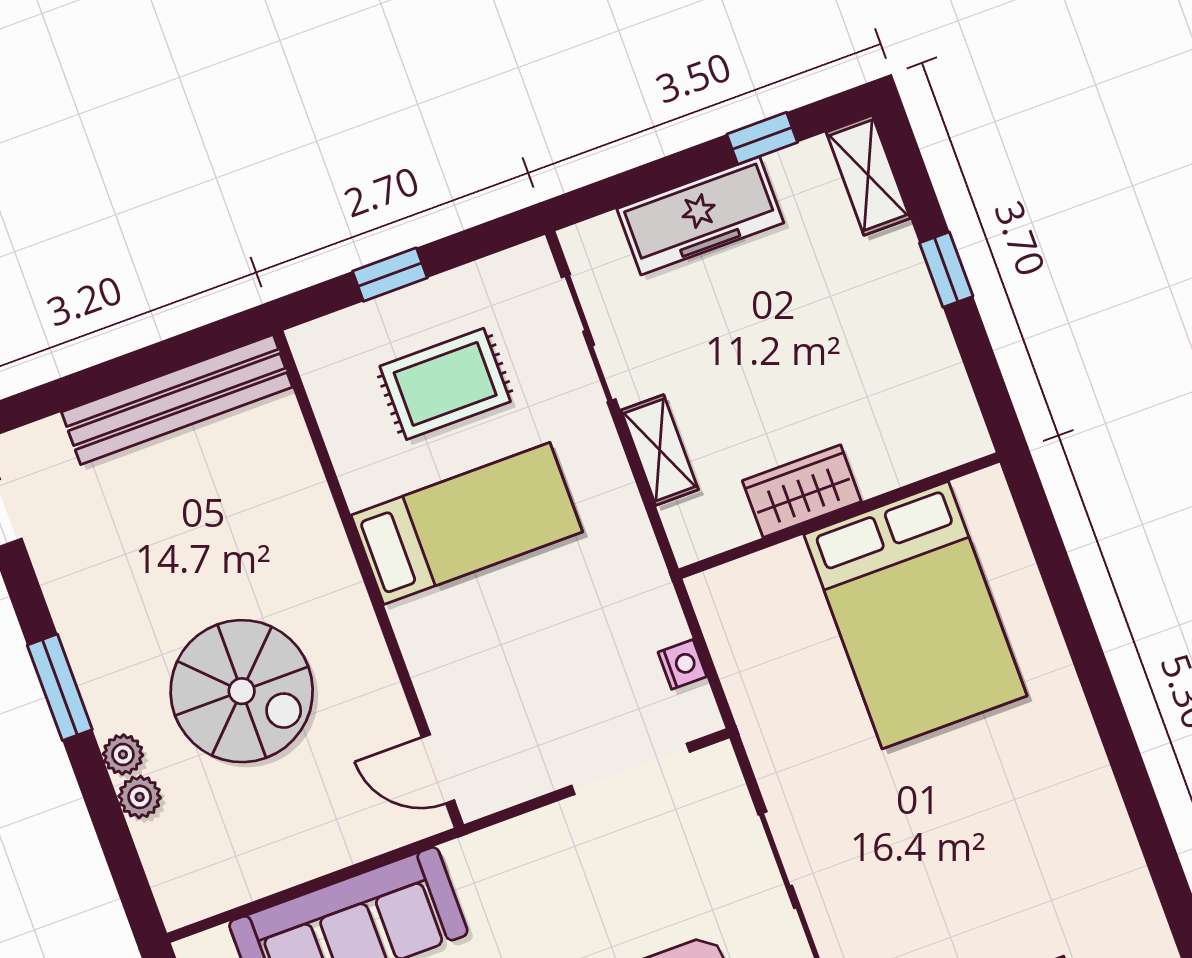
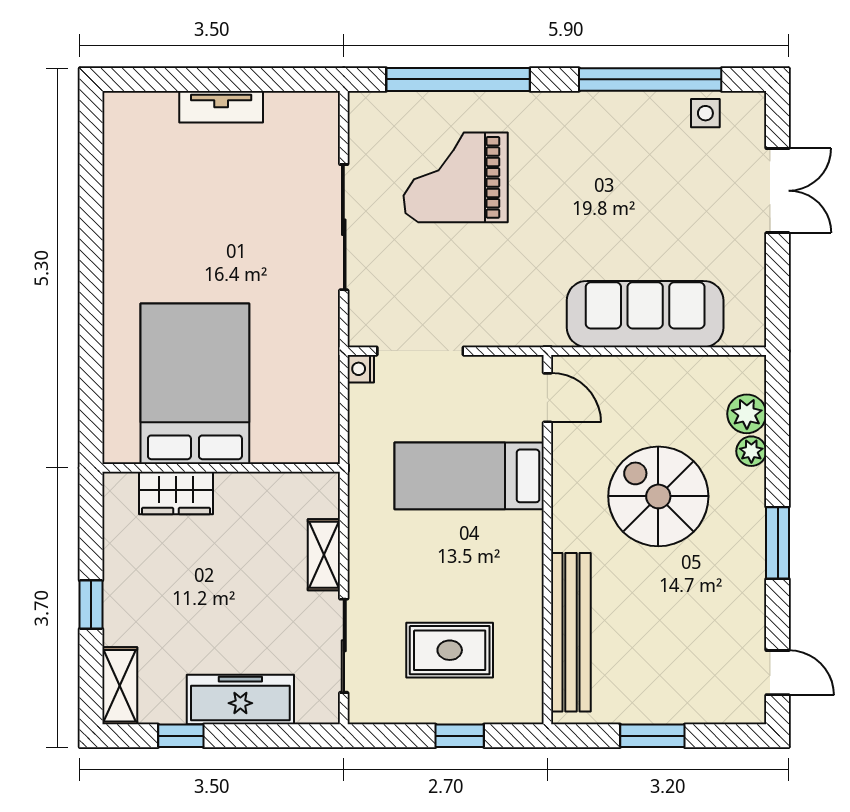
window: (133, 369) -> (652, 736), added
bench: (177, 400) -> (571, 632), moved, turned 90
wardrobe: (802, 491) -> (176, 493), moved
bed: (467, 524) -> (469, 476), moved
nightstand: (682, 664) -> (361, 369), moved
plant: (123, 754) -> (747, 414), moved, width x1.38, depth x1.38

